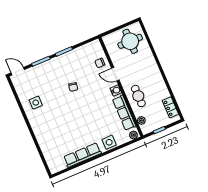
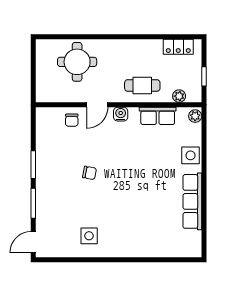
round table: (130, 41) -> (77, 62), moved
row of seats: (124, 113) -> (158, 116), width x0.68

